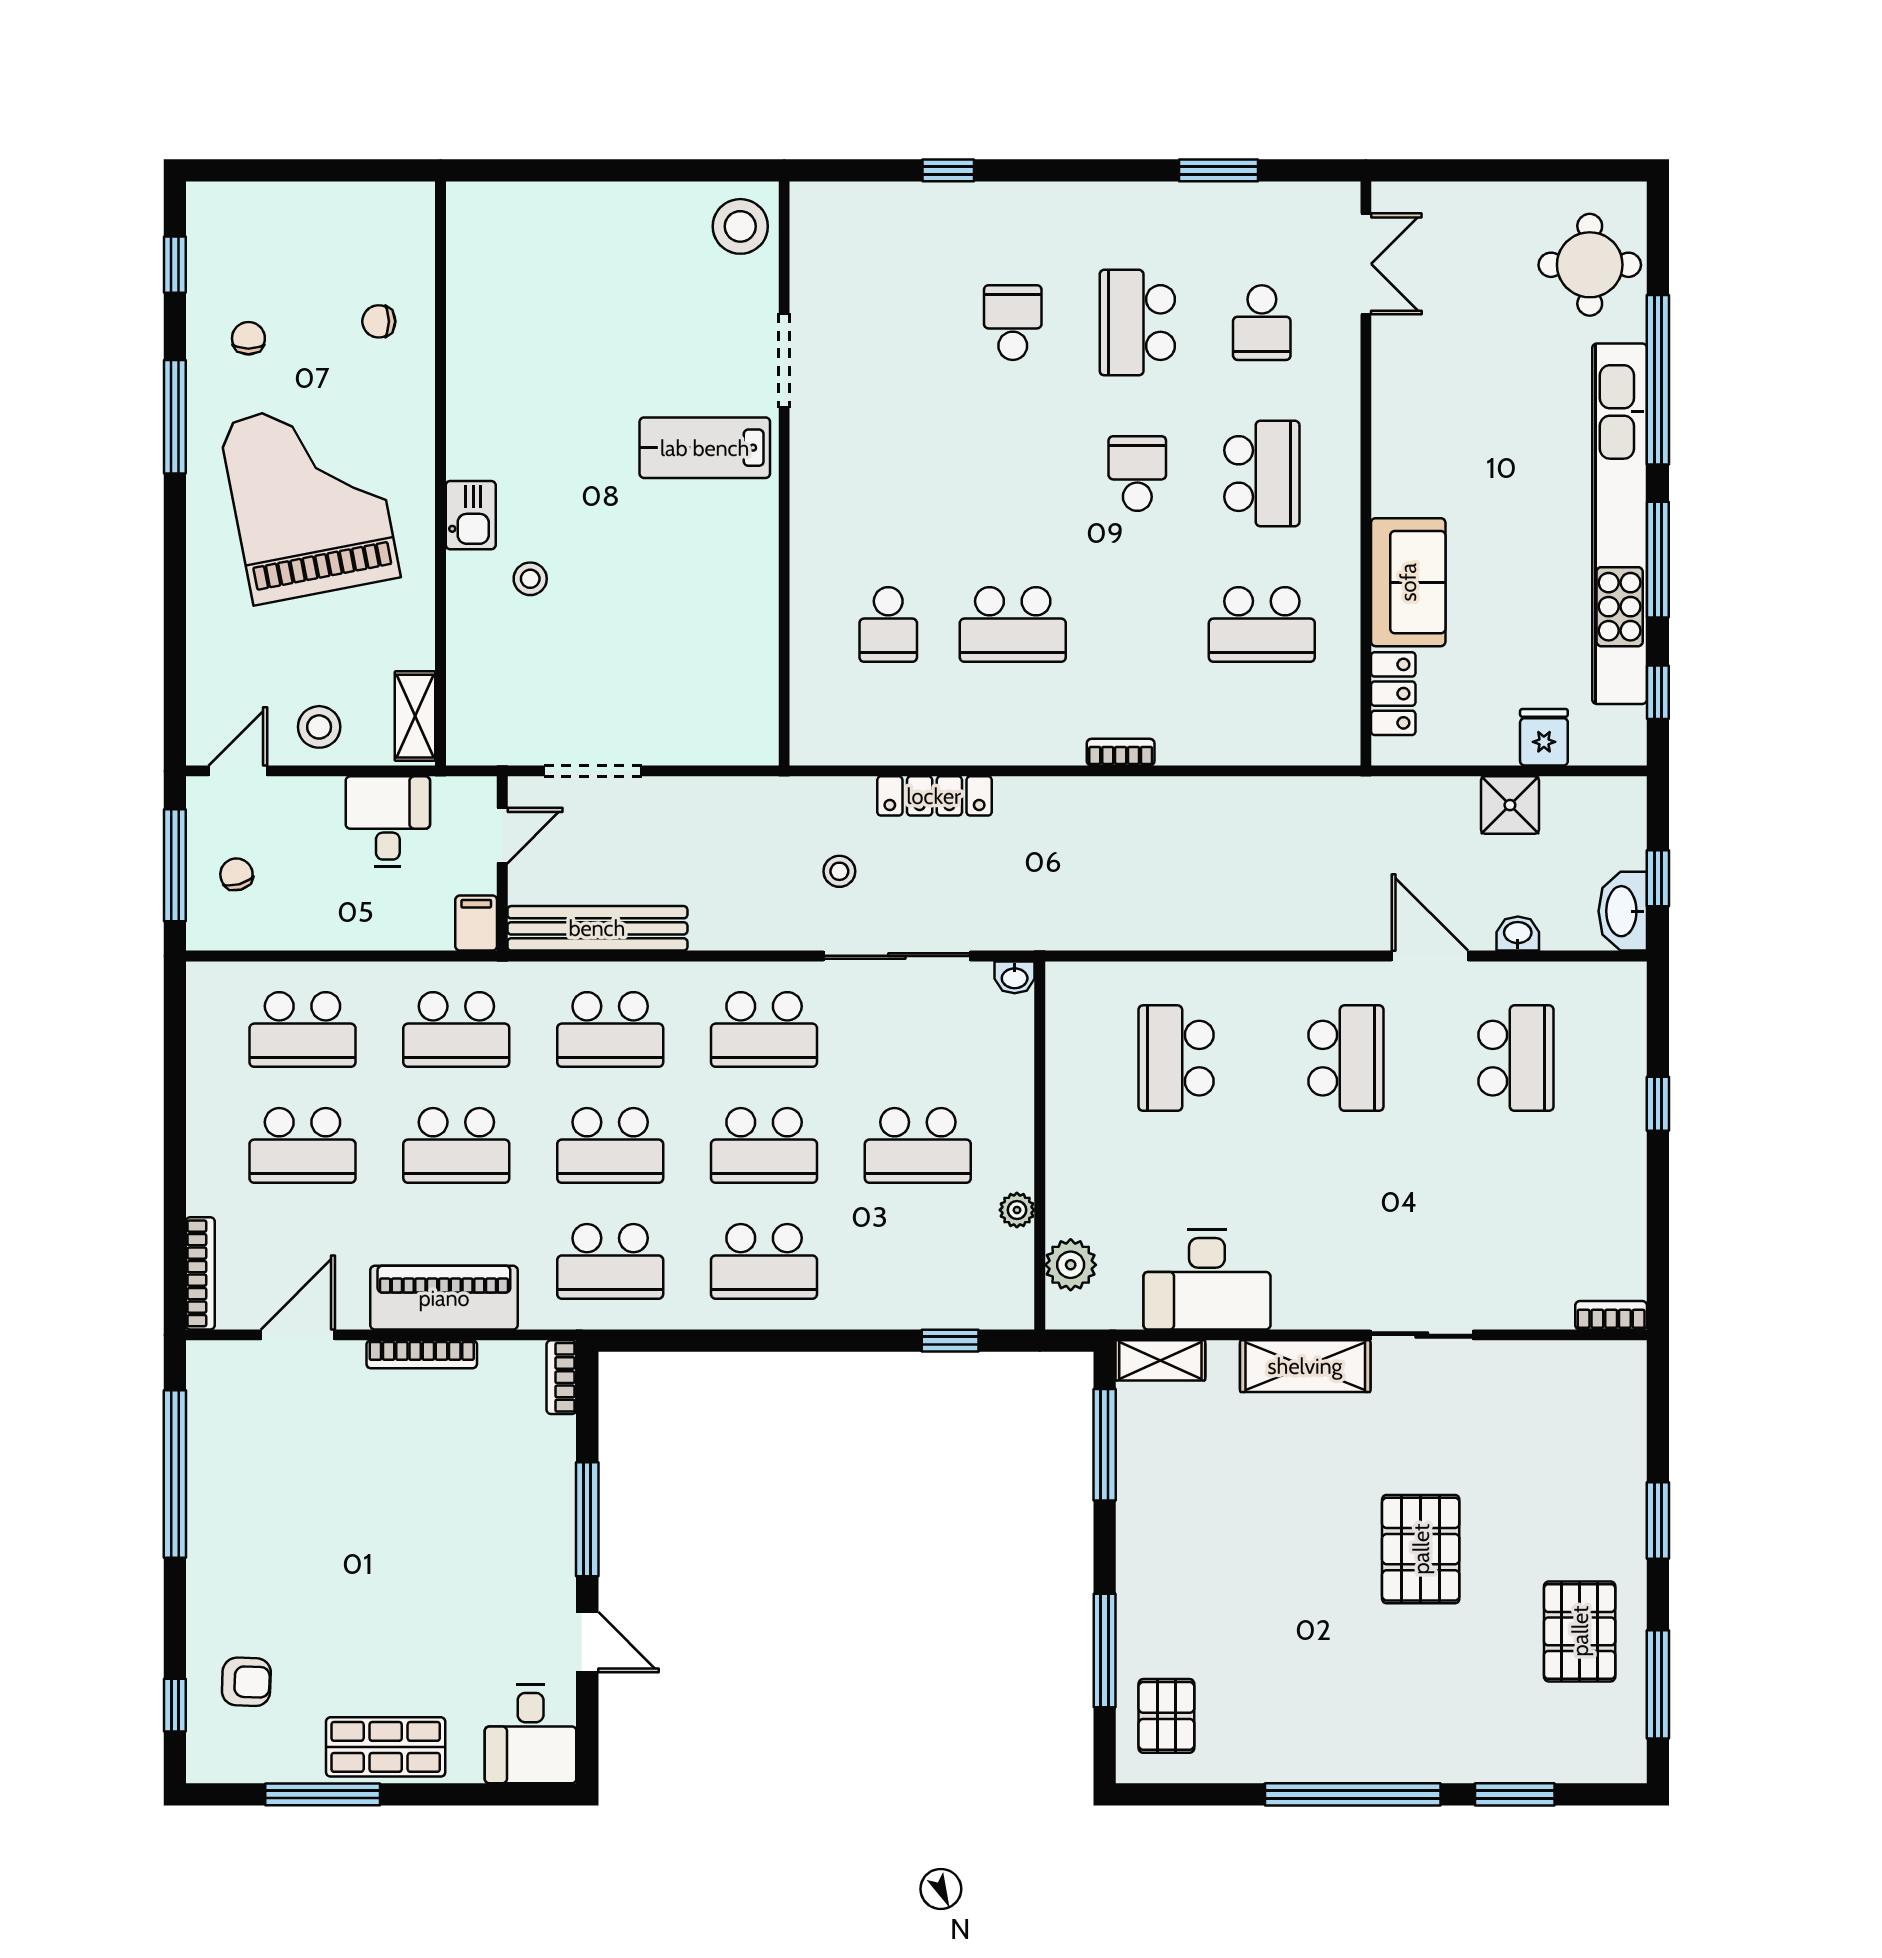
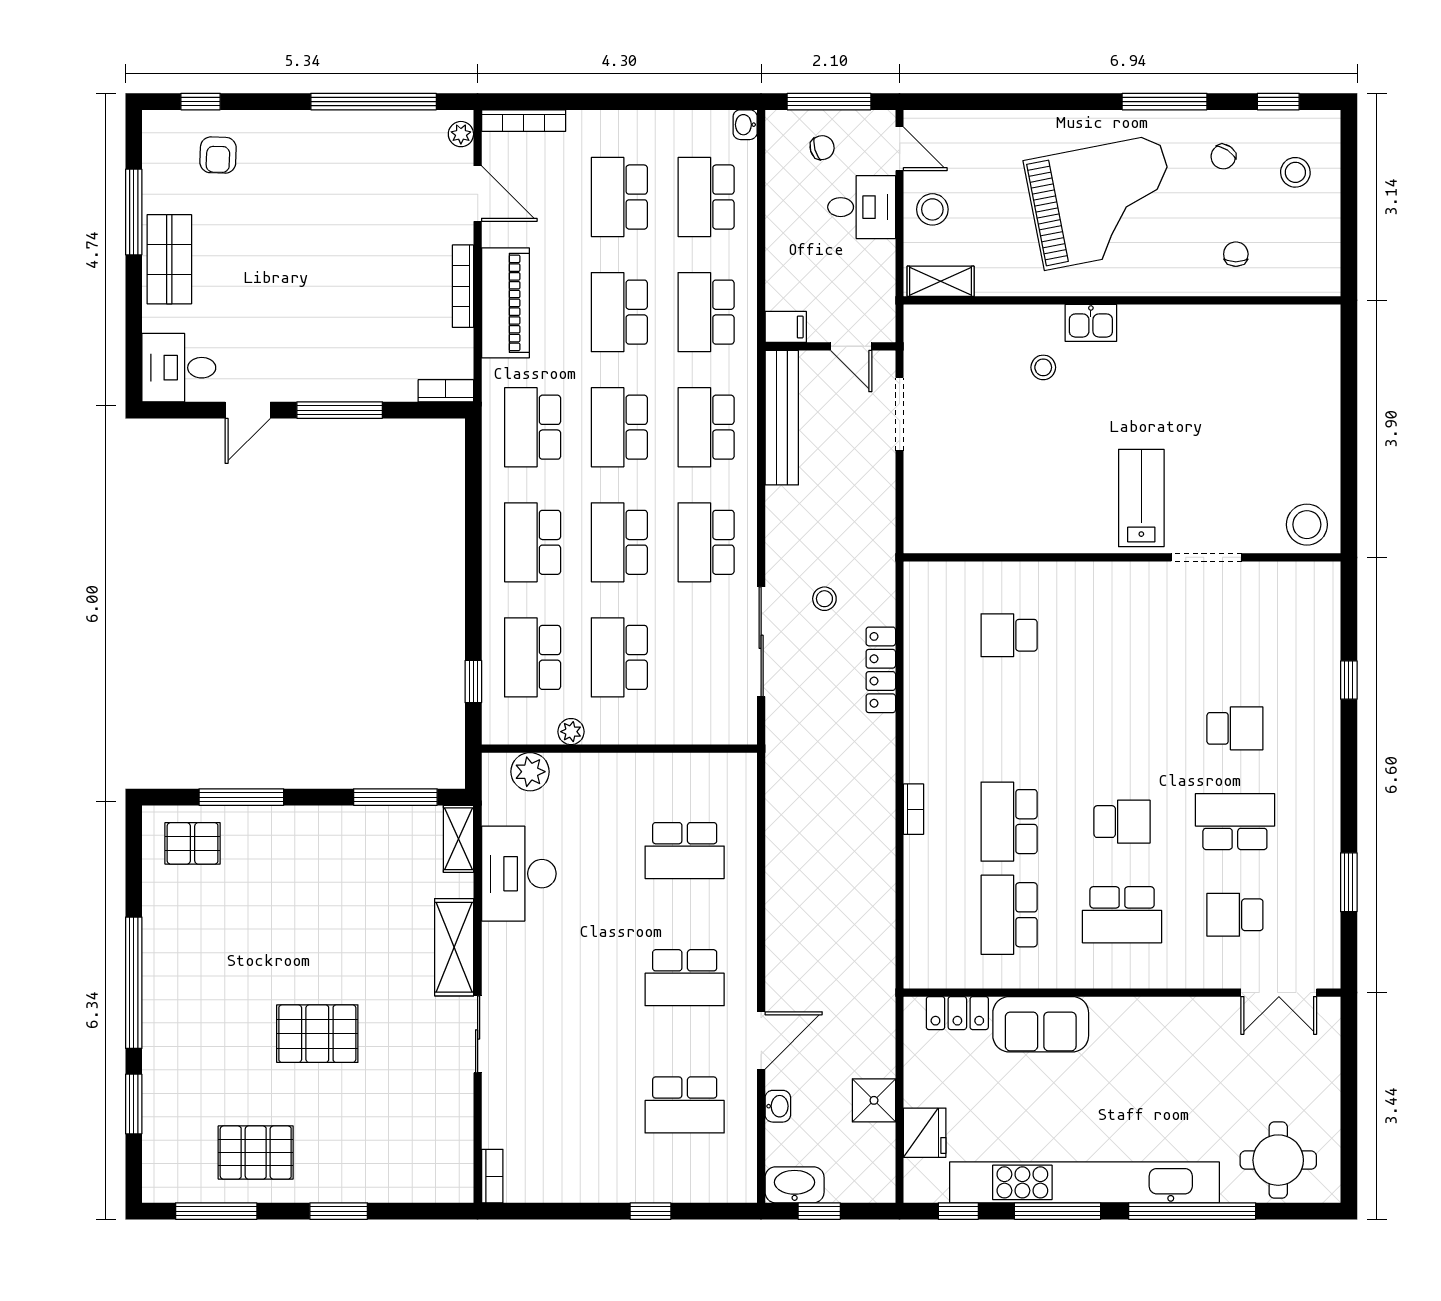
stool: (269, 242) -> (1295, 172), added
chair: (248, 338) -> (1223, 157), turned 124
school desk: (1013, 624) -> (1009, 822), moved
fridge: (1544, 737) -> (925, 1133), width x1.38
desk: (388, 822) -> (862, 207), moved
washbasin: (1015, 977) -> (745, 125), moved
school desk: (1176, 1058) -> (685, 851), turned 180
school desk: (918, 1261) -> (533, 657), added
plant: (218, 1357) -> (461, 134), added

